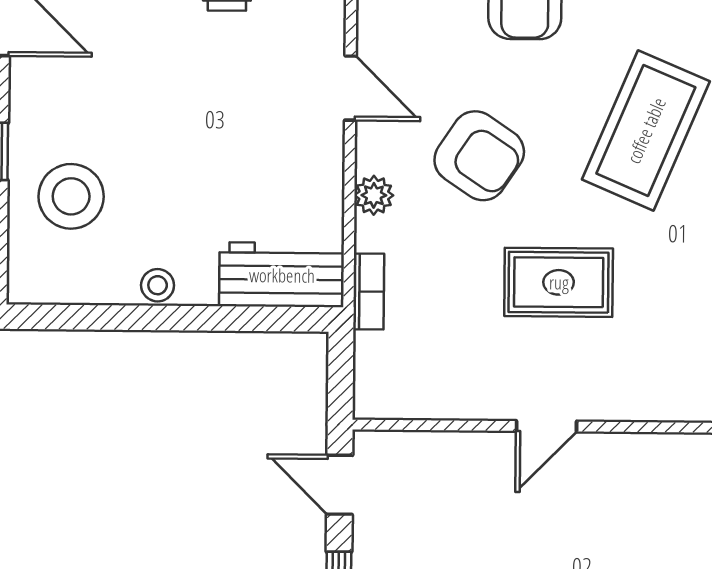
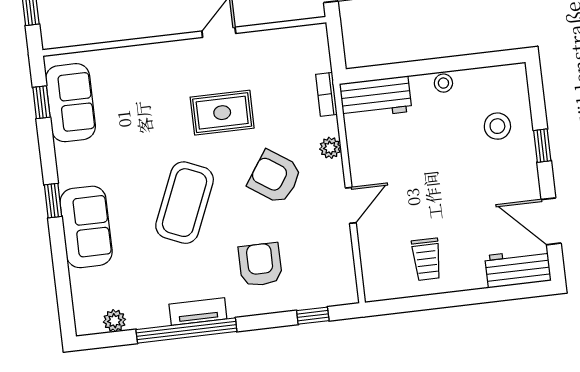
door: (350, 88) -> (351, 205), swing flipped
stool: (71, 196) -> (497, 126), width x0.73, depth x0.73

